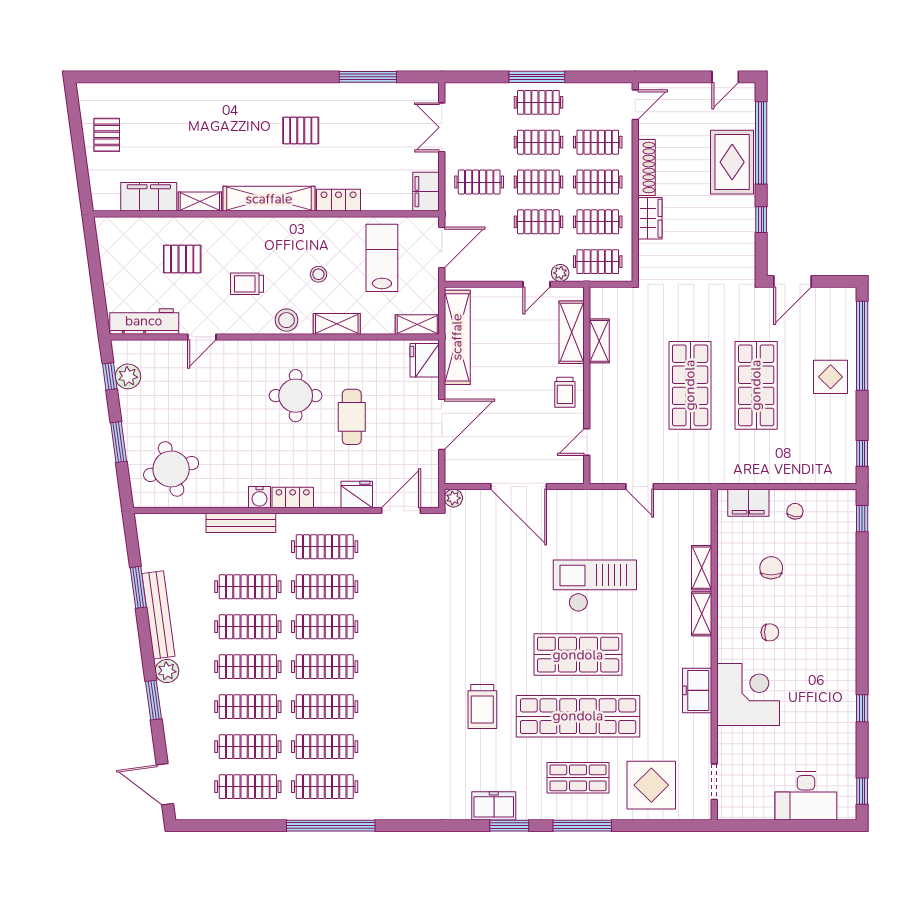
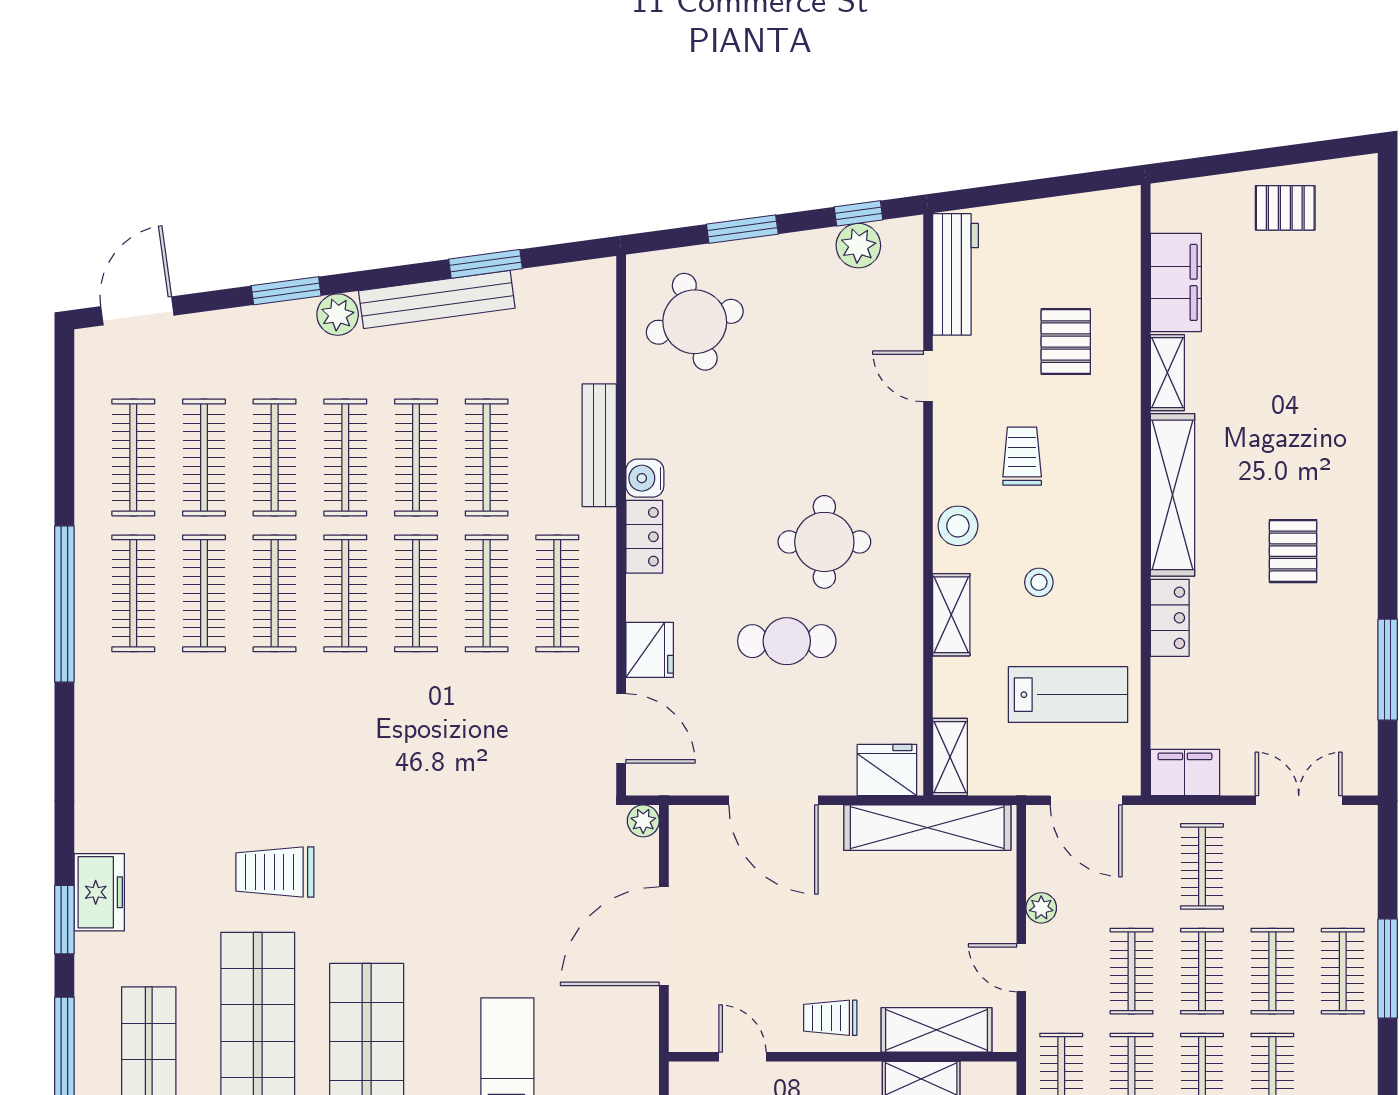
plant: (560, 273) -> (1041, 908), moved

